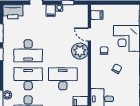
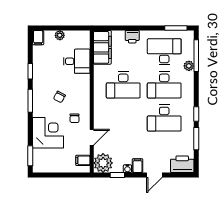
door: (89, 34) -> (92, 137), hinge flipped
desk: (28, 51) -> (164, 118), turned 180
plant: (80, 51) -> (103, 163), moved

